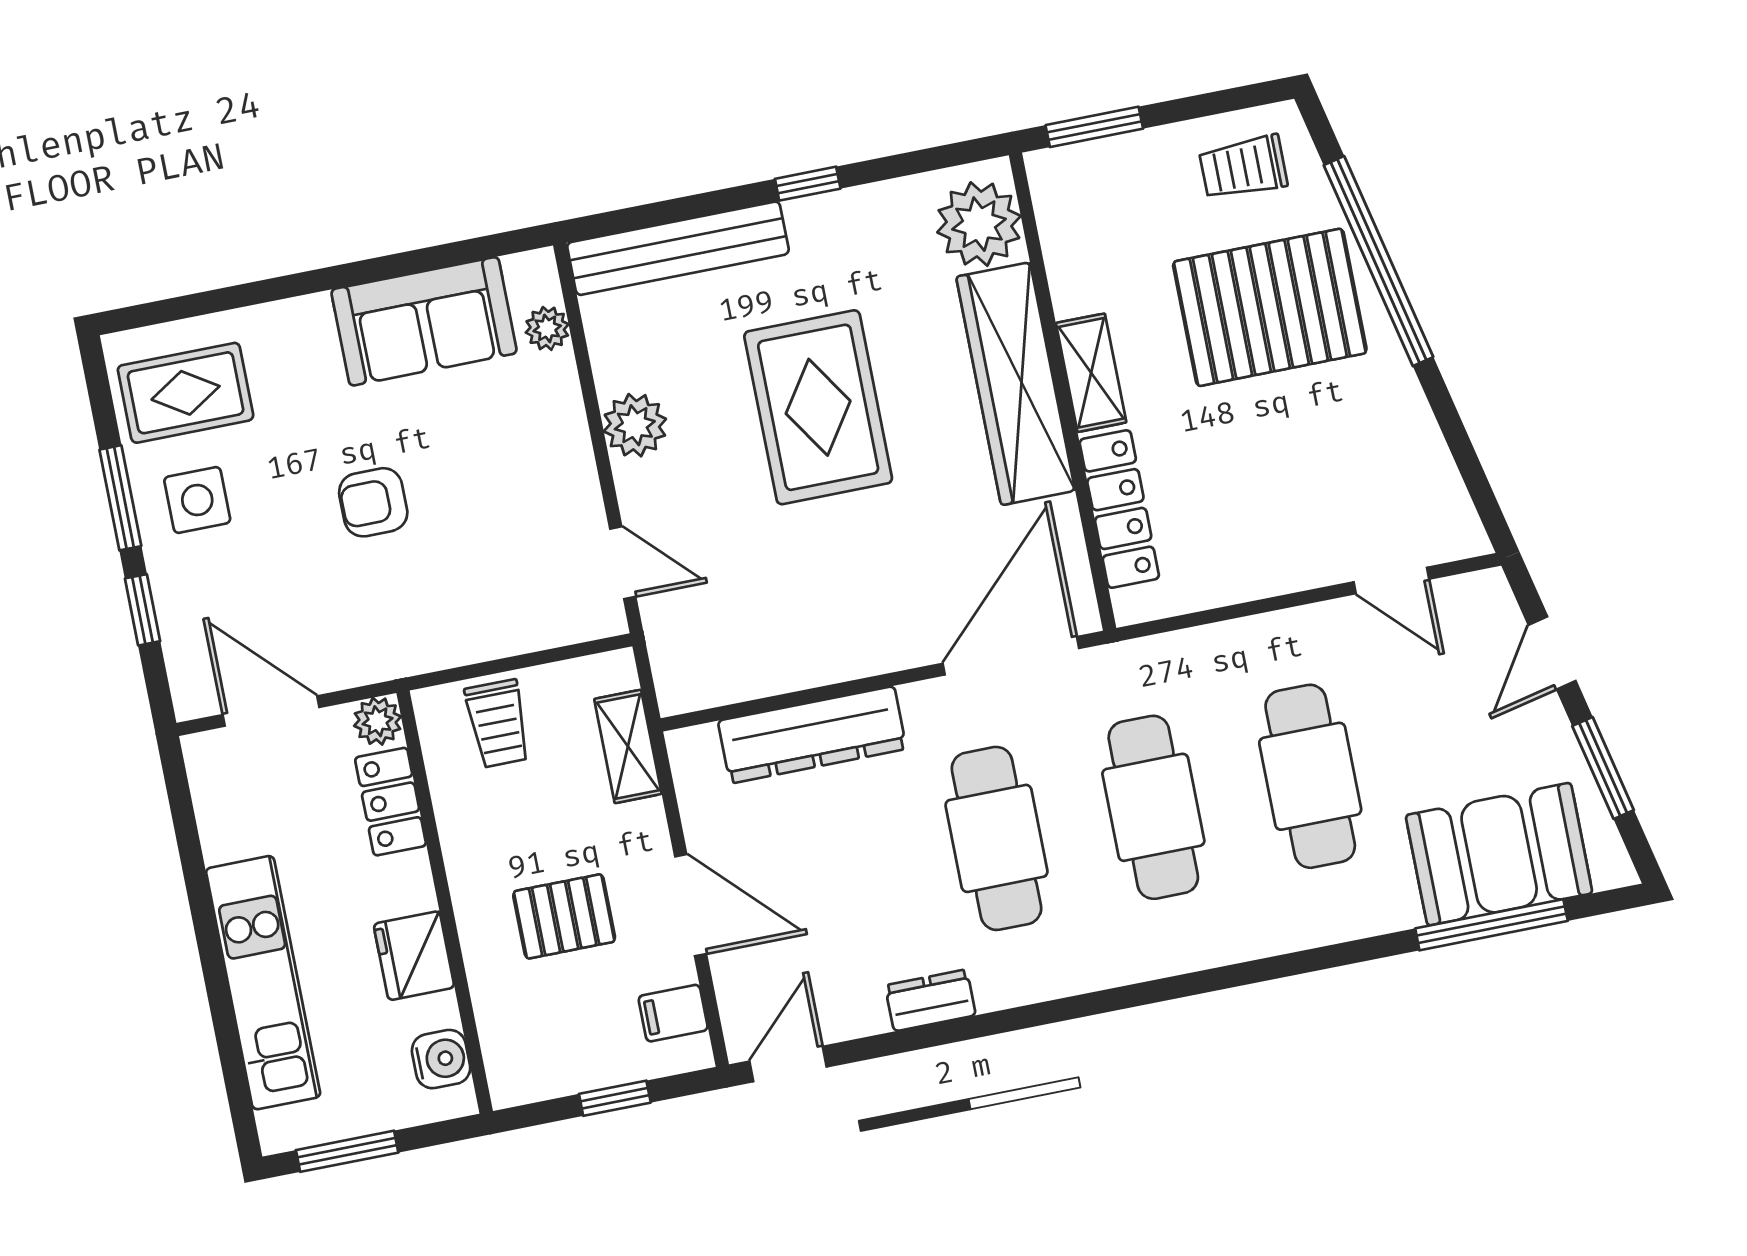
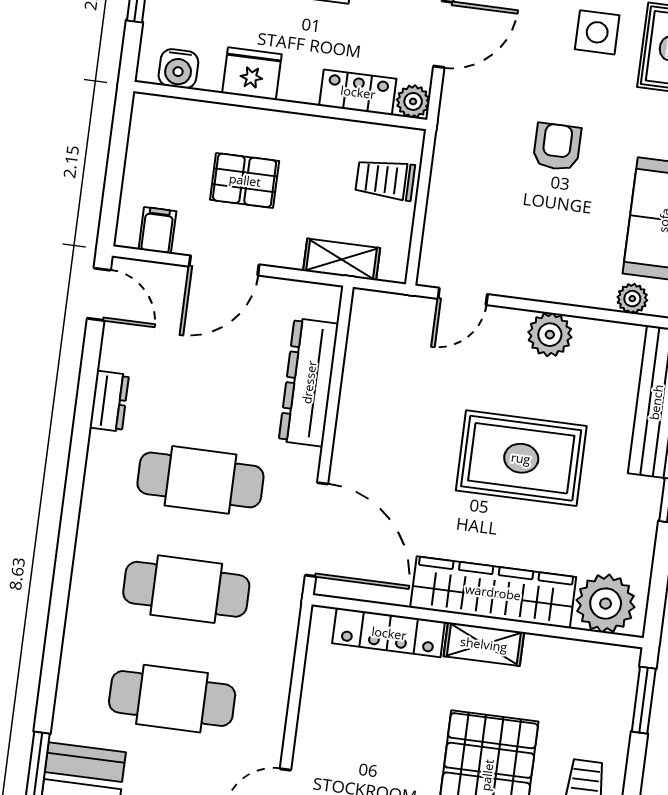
pallet: (564, 916) -> (245, 180), turned 90
window: (615, 1098) -> (115, 174), removed

